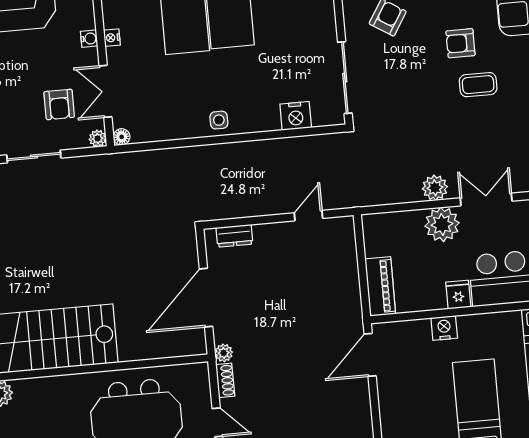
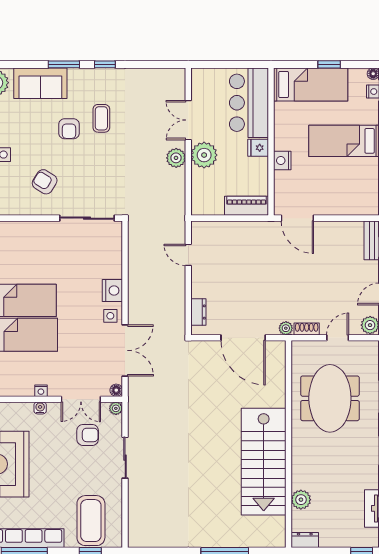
nightstand: (296, 116) -> (112, 290), moved
double door: (175, 144) -> (125, 350), added

